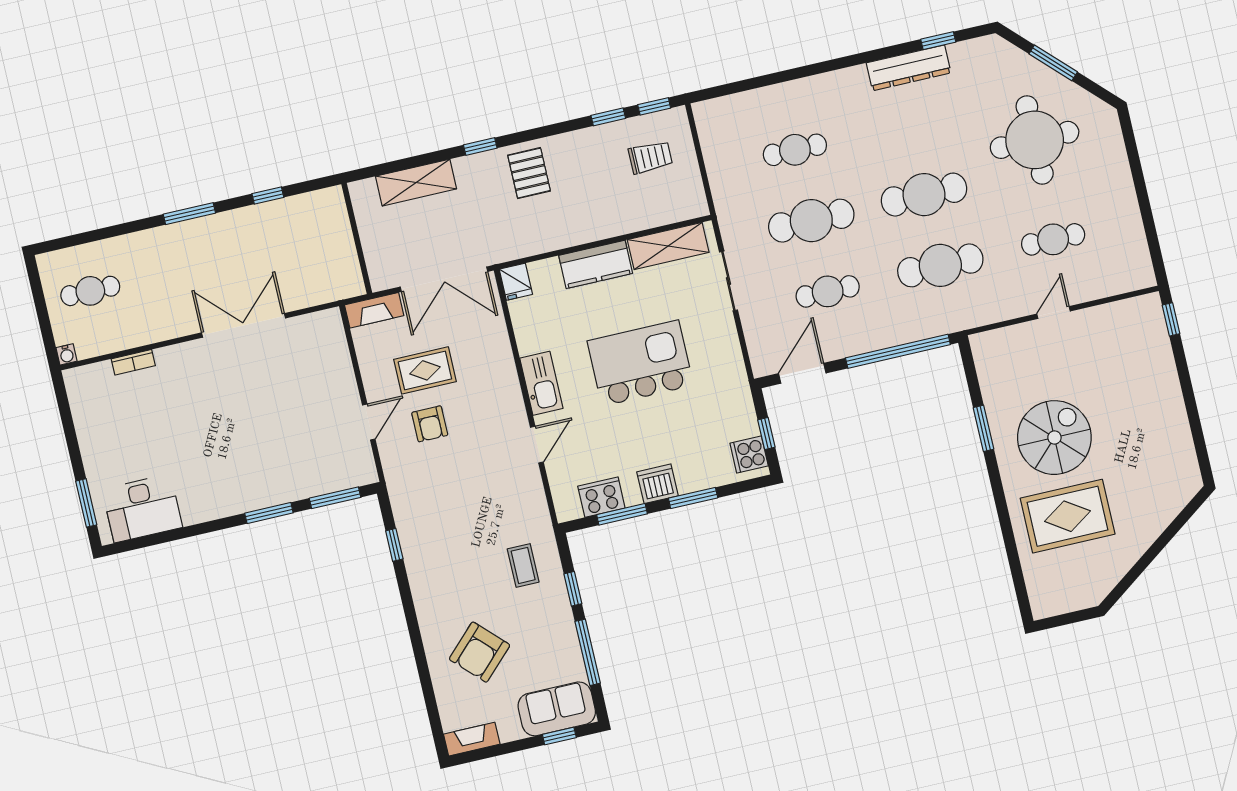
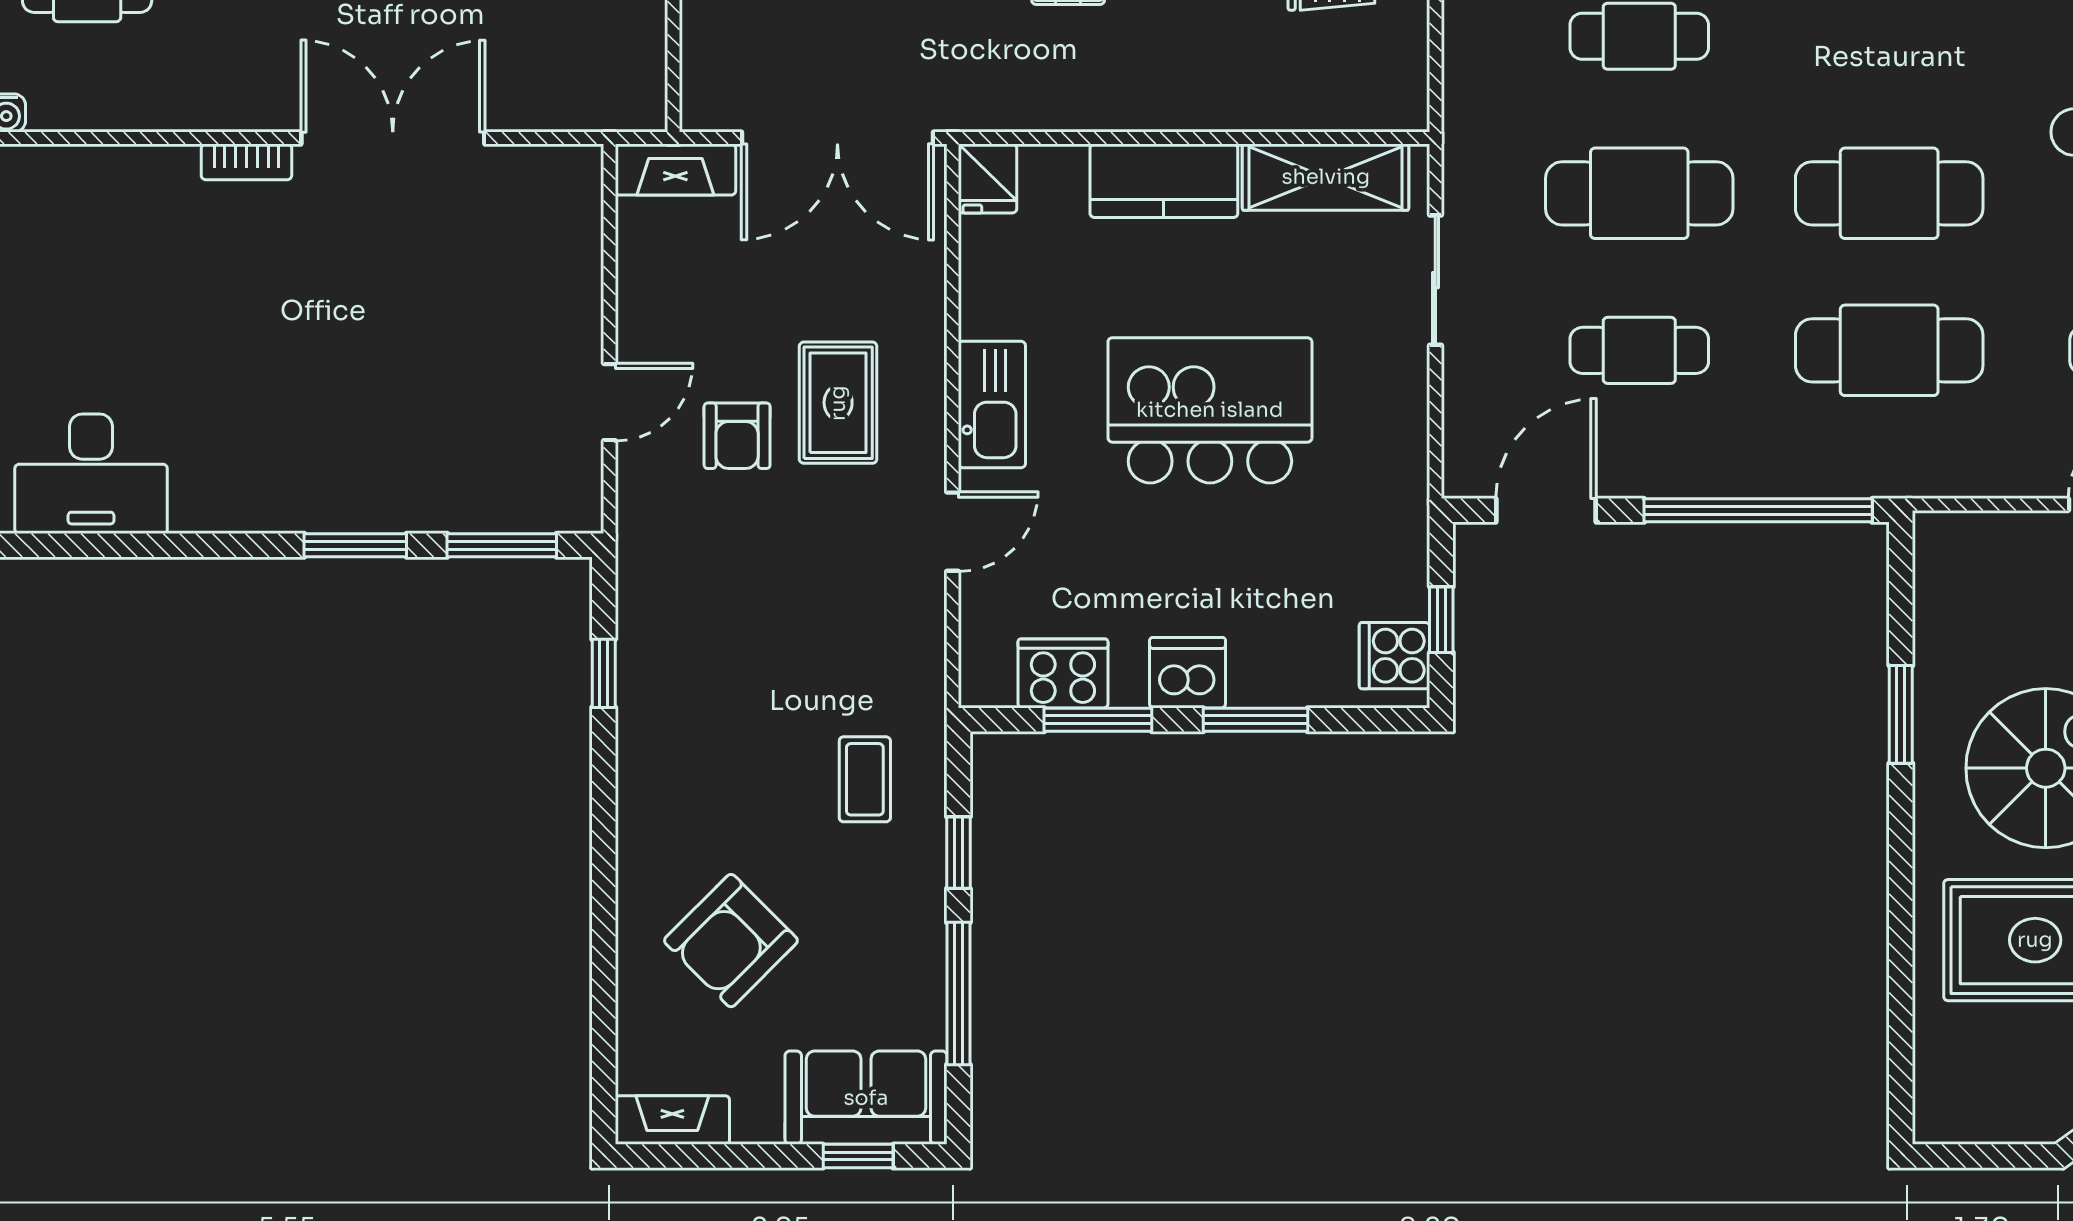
bookcase: (133, 362) -> (246, 162), moved
rug: (425, 370) -> (838, 403), moved, turned 90

